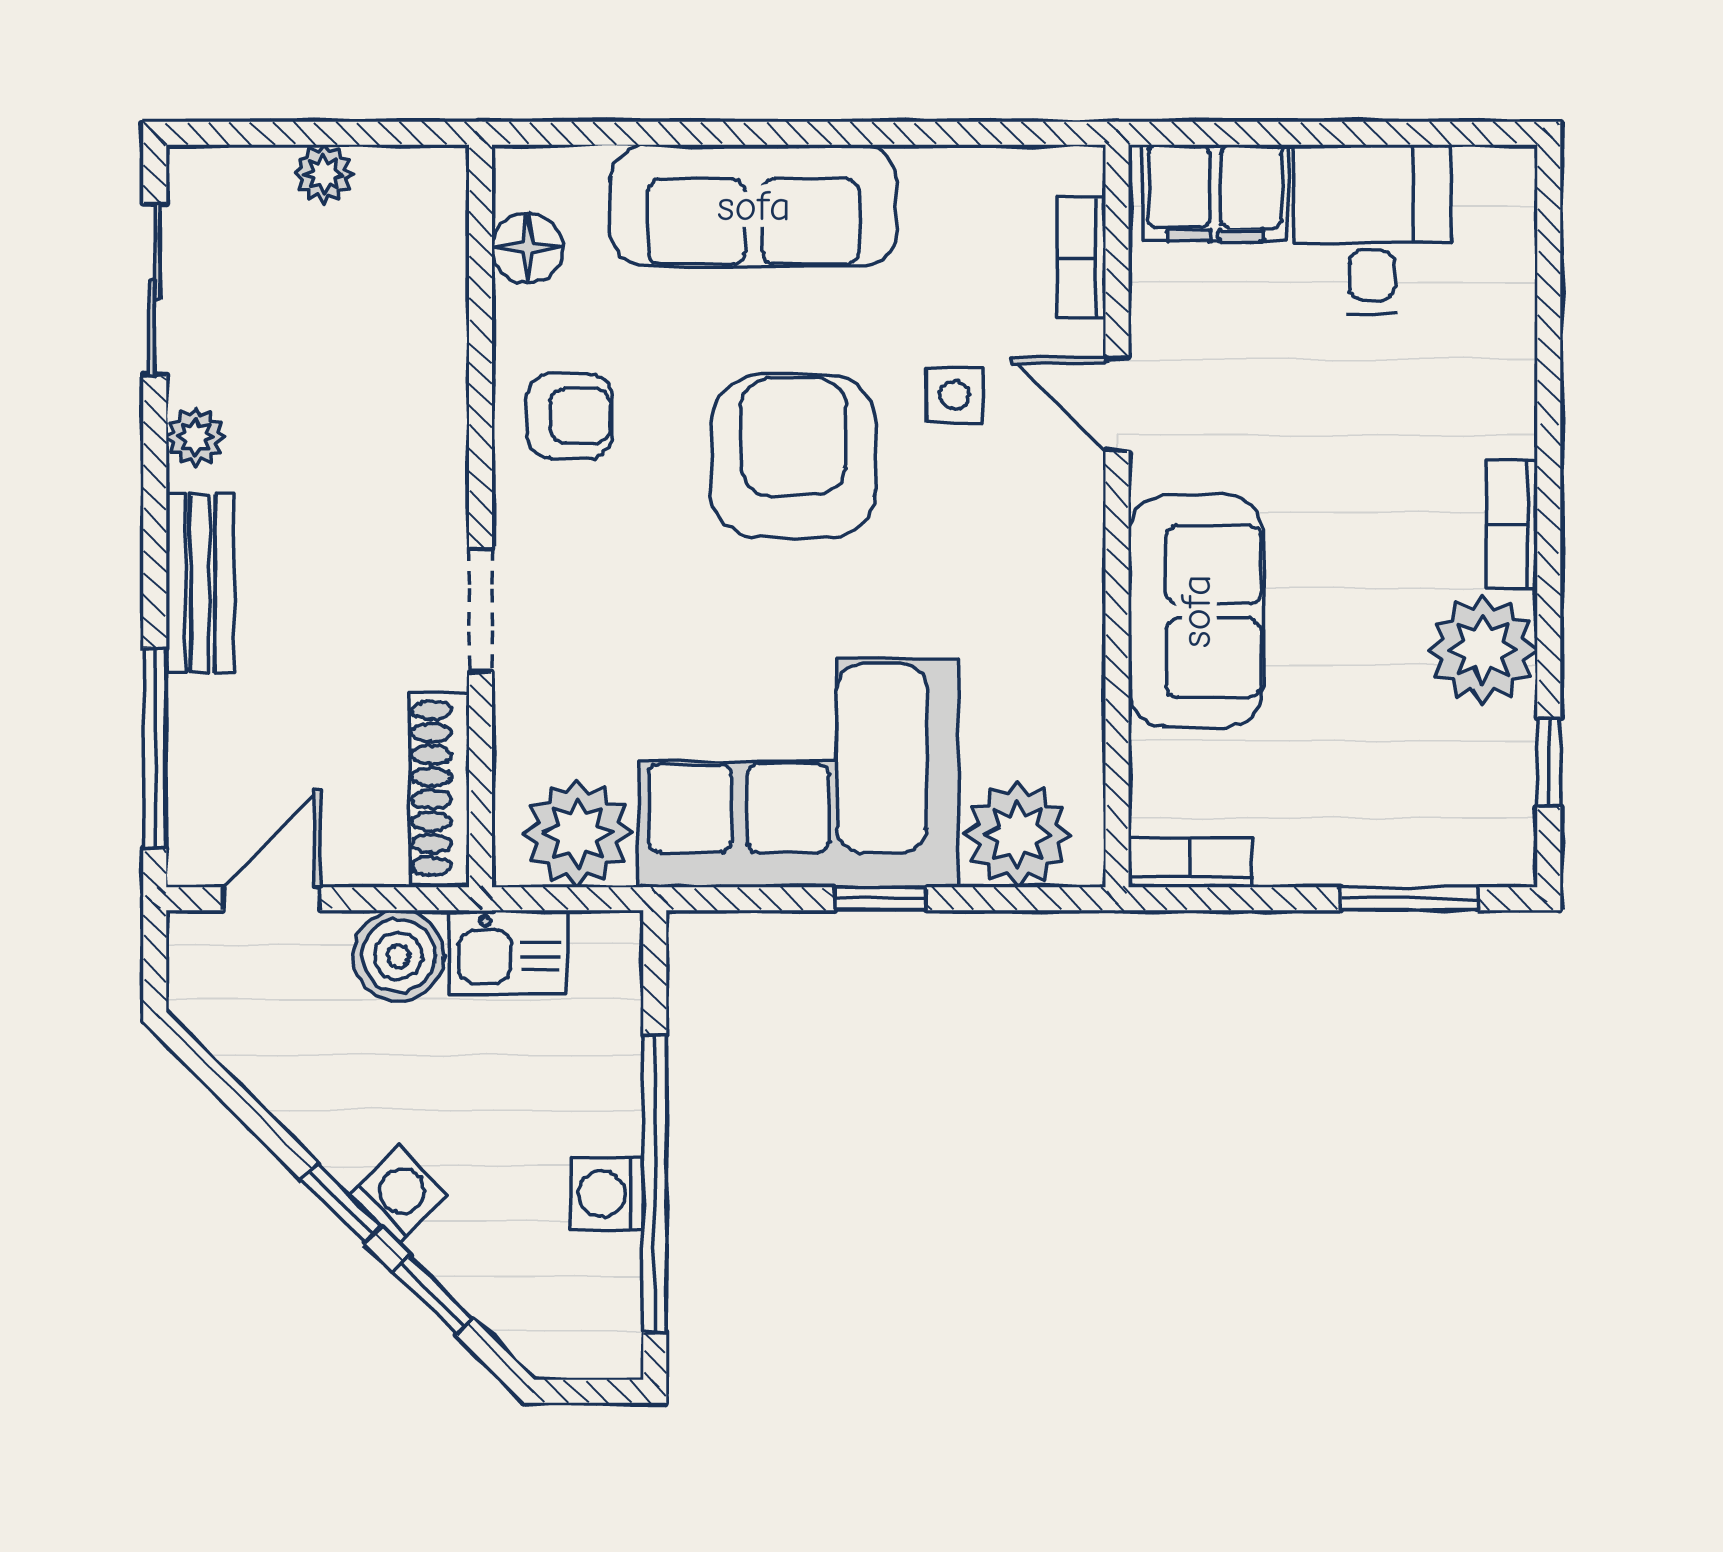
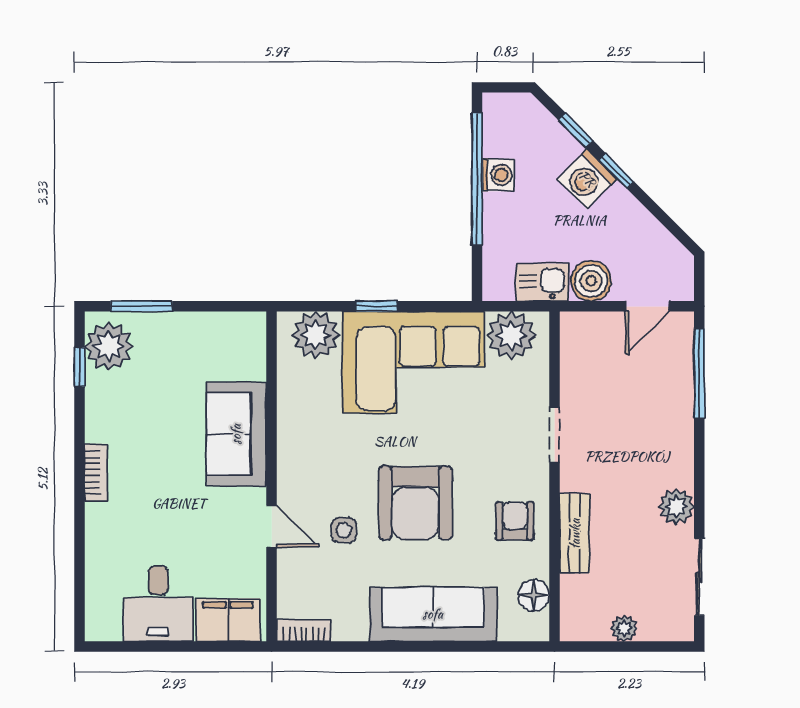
bookcase: (1081, 258) -> (304, 631), moved, turned -90
armchair: (570, 416) -> (515, 521), turned 90
plant: (195, 437) -> (676, 507), width x1.38, depth x1.38
bench: (200, 584) -> (575, 534), moved
plant: (1483, 649) -> (109, 346), moved
shoe rack: (439, 788) -> (573, 355), removed
bookcase: (1190, 863) -> (239, 322), removed
washing machine: (398, 1195) -> (587, 179), width x1.38, depth x1.38

